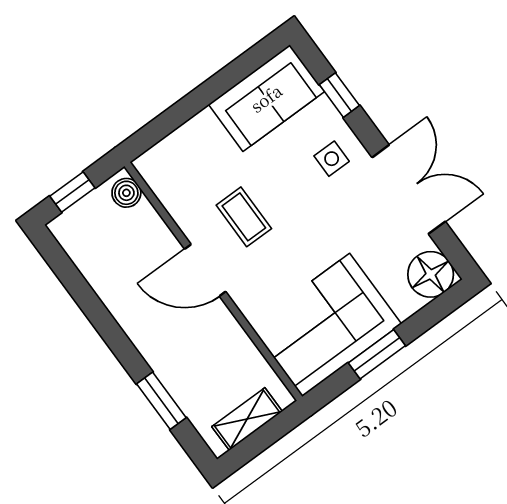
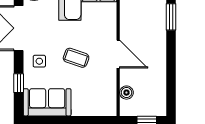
boiler: (126, 193) -> (126, 93), moved
coffee table: (244, 217) -> (76, 58), moved, turned -71

